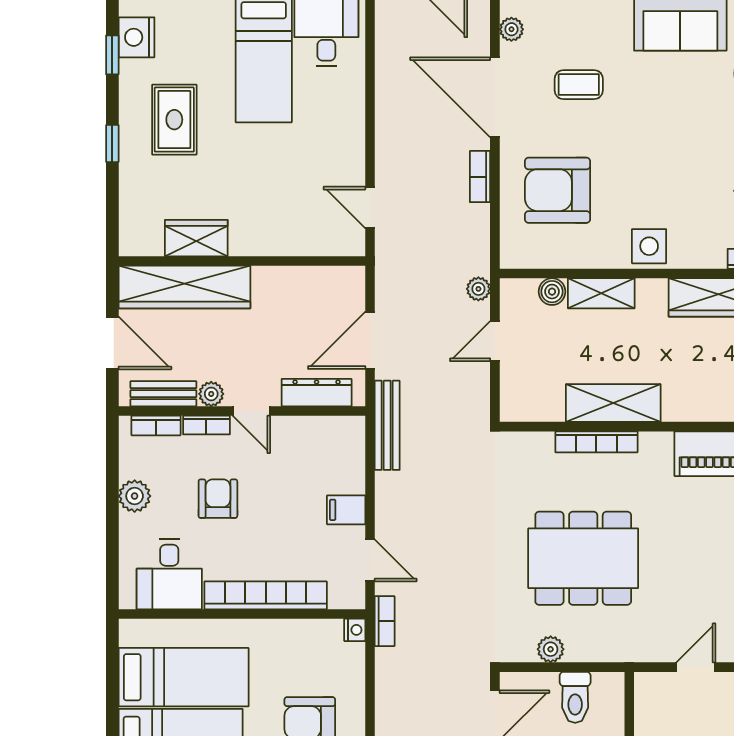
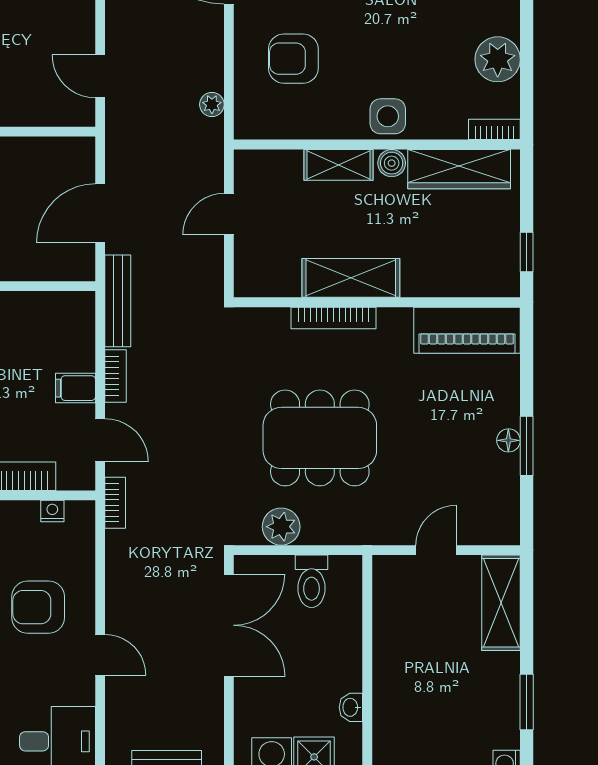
bookcase: (480, 177) -> (115, 376), moved, turned 180
armchair: (558, 190) -> (293, 59), width x0.73, depth x0.73
plant: (478, 289) -> (212, 104), moved
boiler: (552, 292) -> (392, 163), moved
dresser: (317, 393) -> (45, 267), removed
nightstand: (355, 630) -> (52, 511), moved, turned -90
plant: (551, 649) -> (281, 527), width x1.38, depth x1.38

